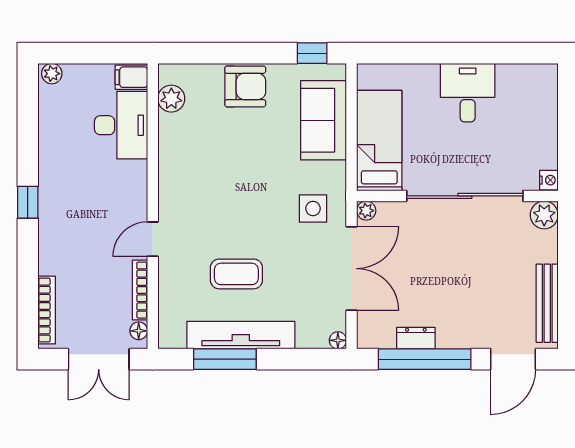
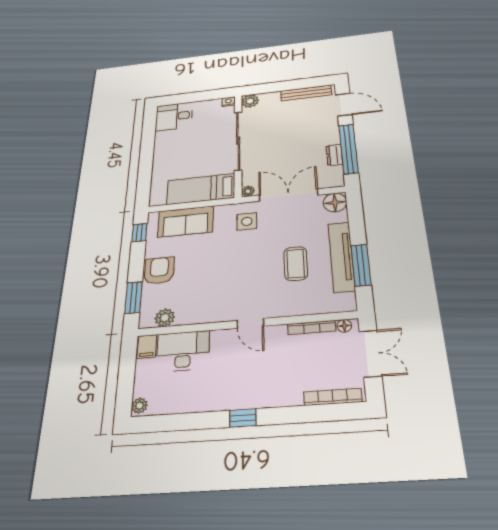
window: (206, 53) -> (133, 298), added
desk: (468, 93) -> (174, 116), moved
door: (153, 239) -> (250, 323), moved
floor lamp: (338, 340) -> (335, 202), width x1.89, depth x1.89

